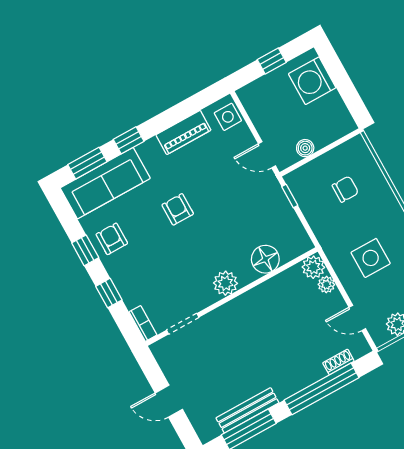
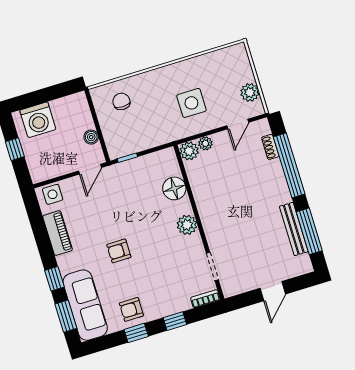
chair: (345, 189) -> (121, 101), moved

